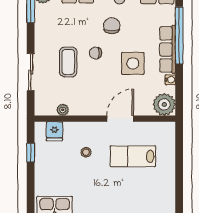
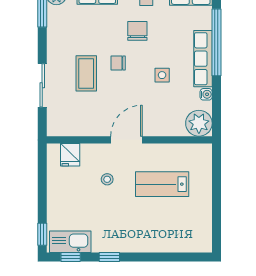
side table: (133, 63) -> (162, 75), width x0.54, depth x0.54
plant: (63, 110) -> (80, 130), removed
door: (120, 119) -> (126, 140), moved
window: (31, 152) -> (42, 234), moved

